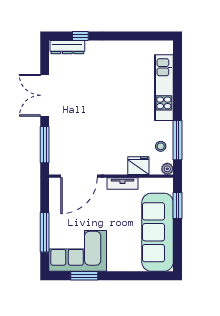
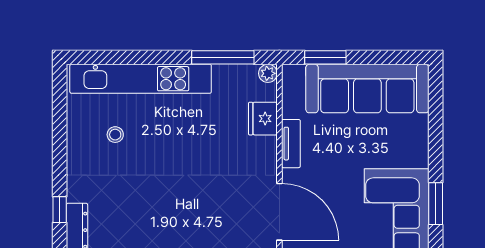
kitchen unit: (164, 88) -> (141, 79), width x1.36
stool: (161, 146) -> (115, 135), moved

